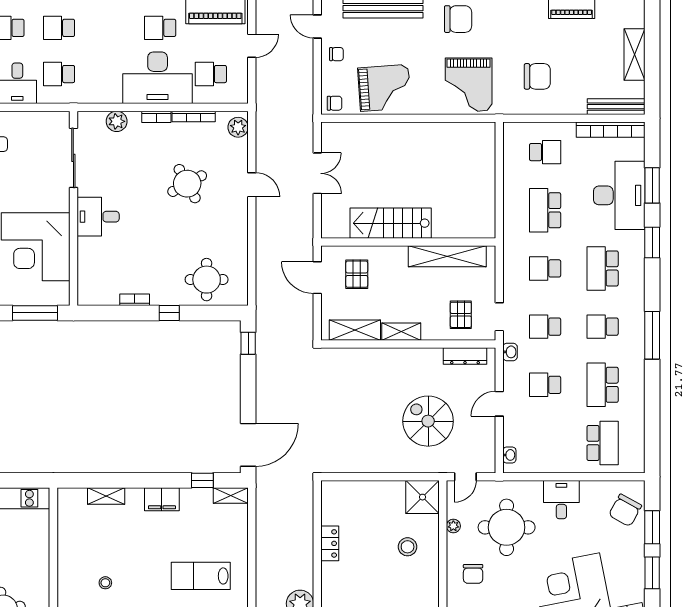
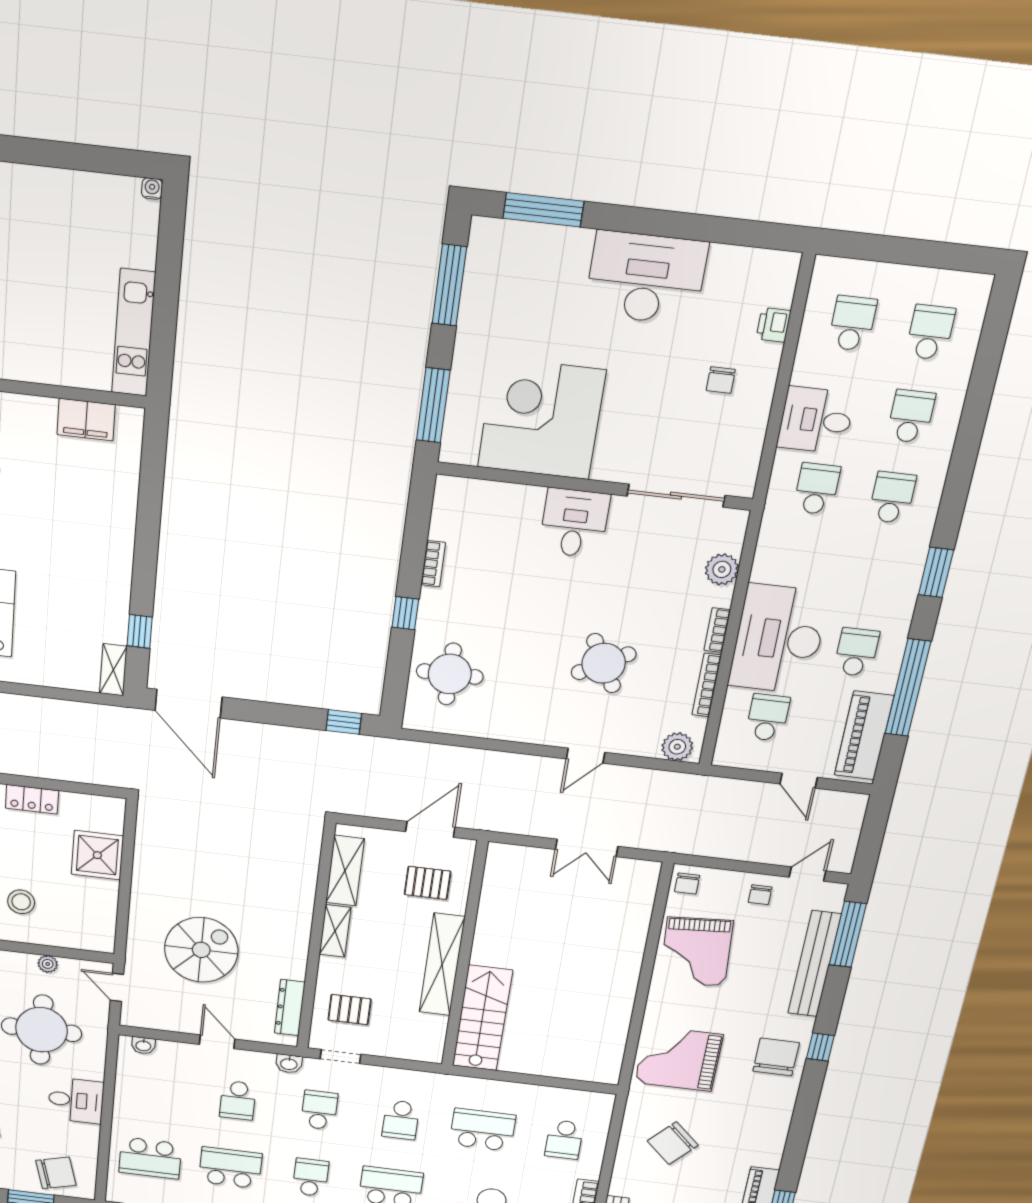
chair: (458, 19) -> (776, 1057), turned 180
chair: (537, 76) -> (673, 1143), turned 43
stairs: (391, 223) -> (482, 1018), moved
shelving: (447, 256) -> (442, 965), moved
school desk: (545, 268) -> (401, 1120), turned 180
school desk: (545, 385) -> (238, 1100), turned 180
shelving: (106, 496) -> (126, 484), removed
shower: (423, 497) -> (97, 855), moved
filing cabinet: (162, 499) -> (86, 420), moved, turned -90
chair: (625, 510) -> (56, 1173), turned 136

